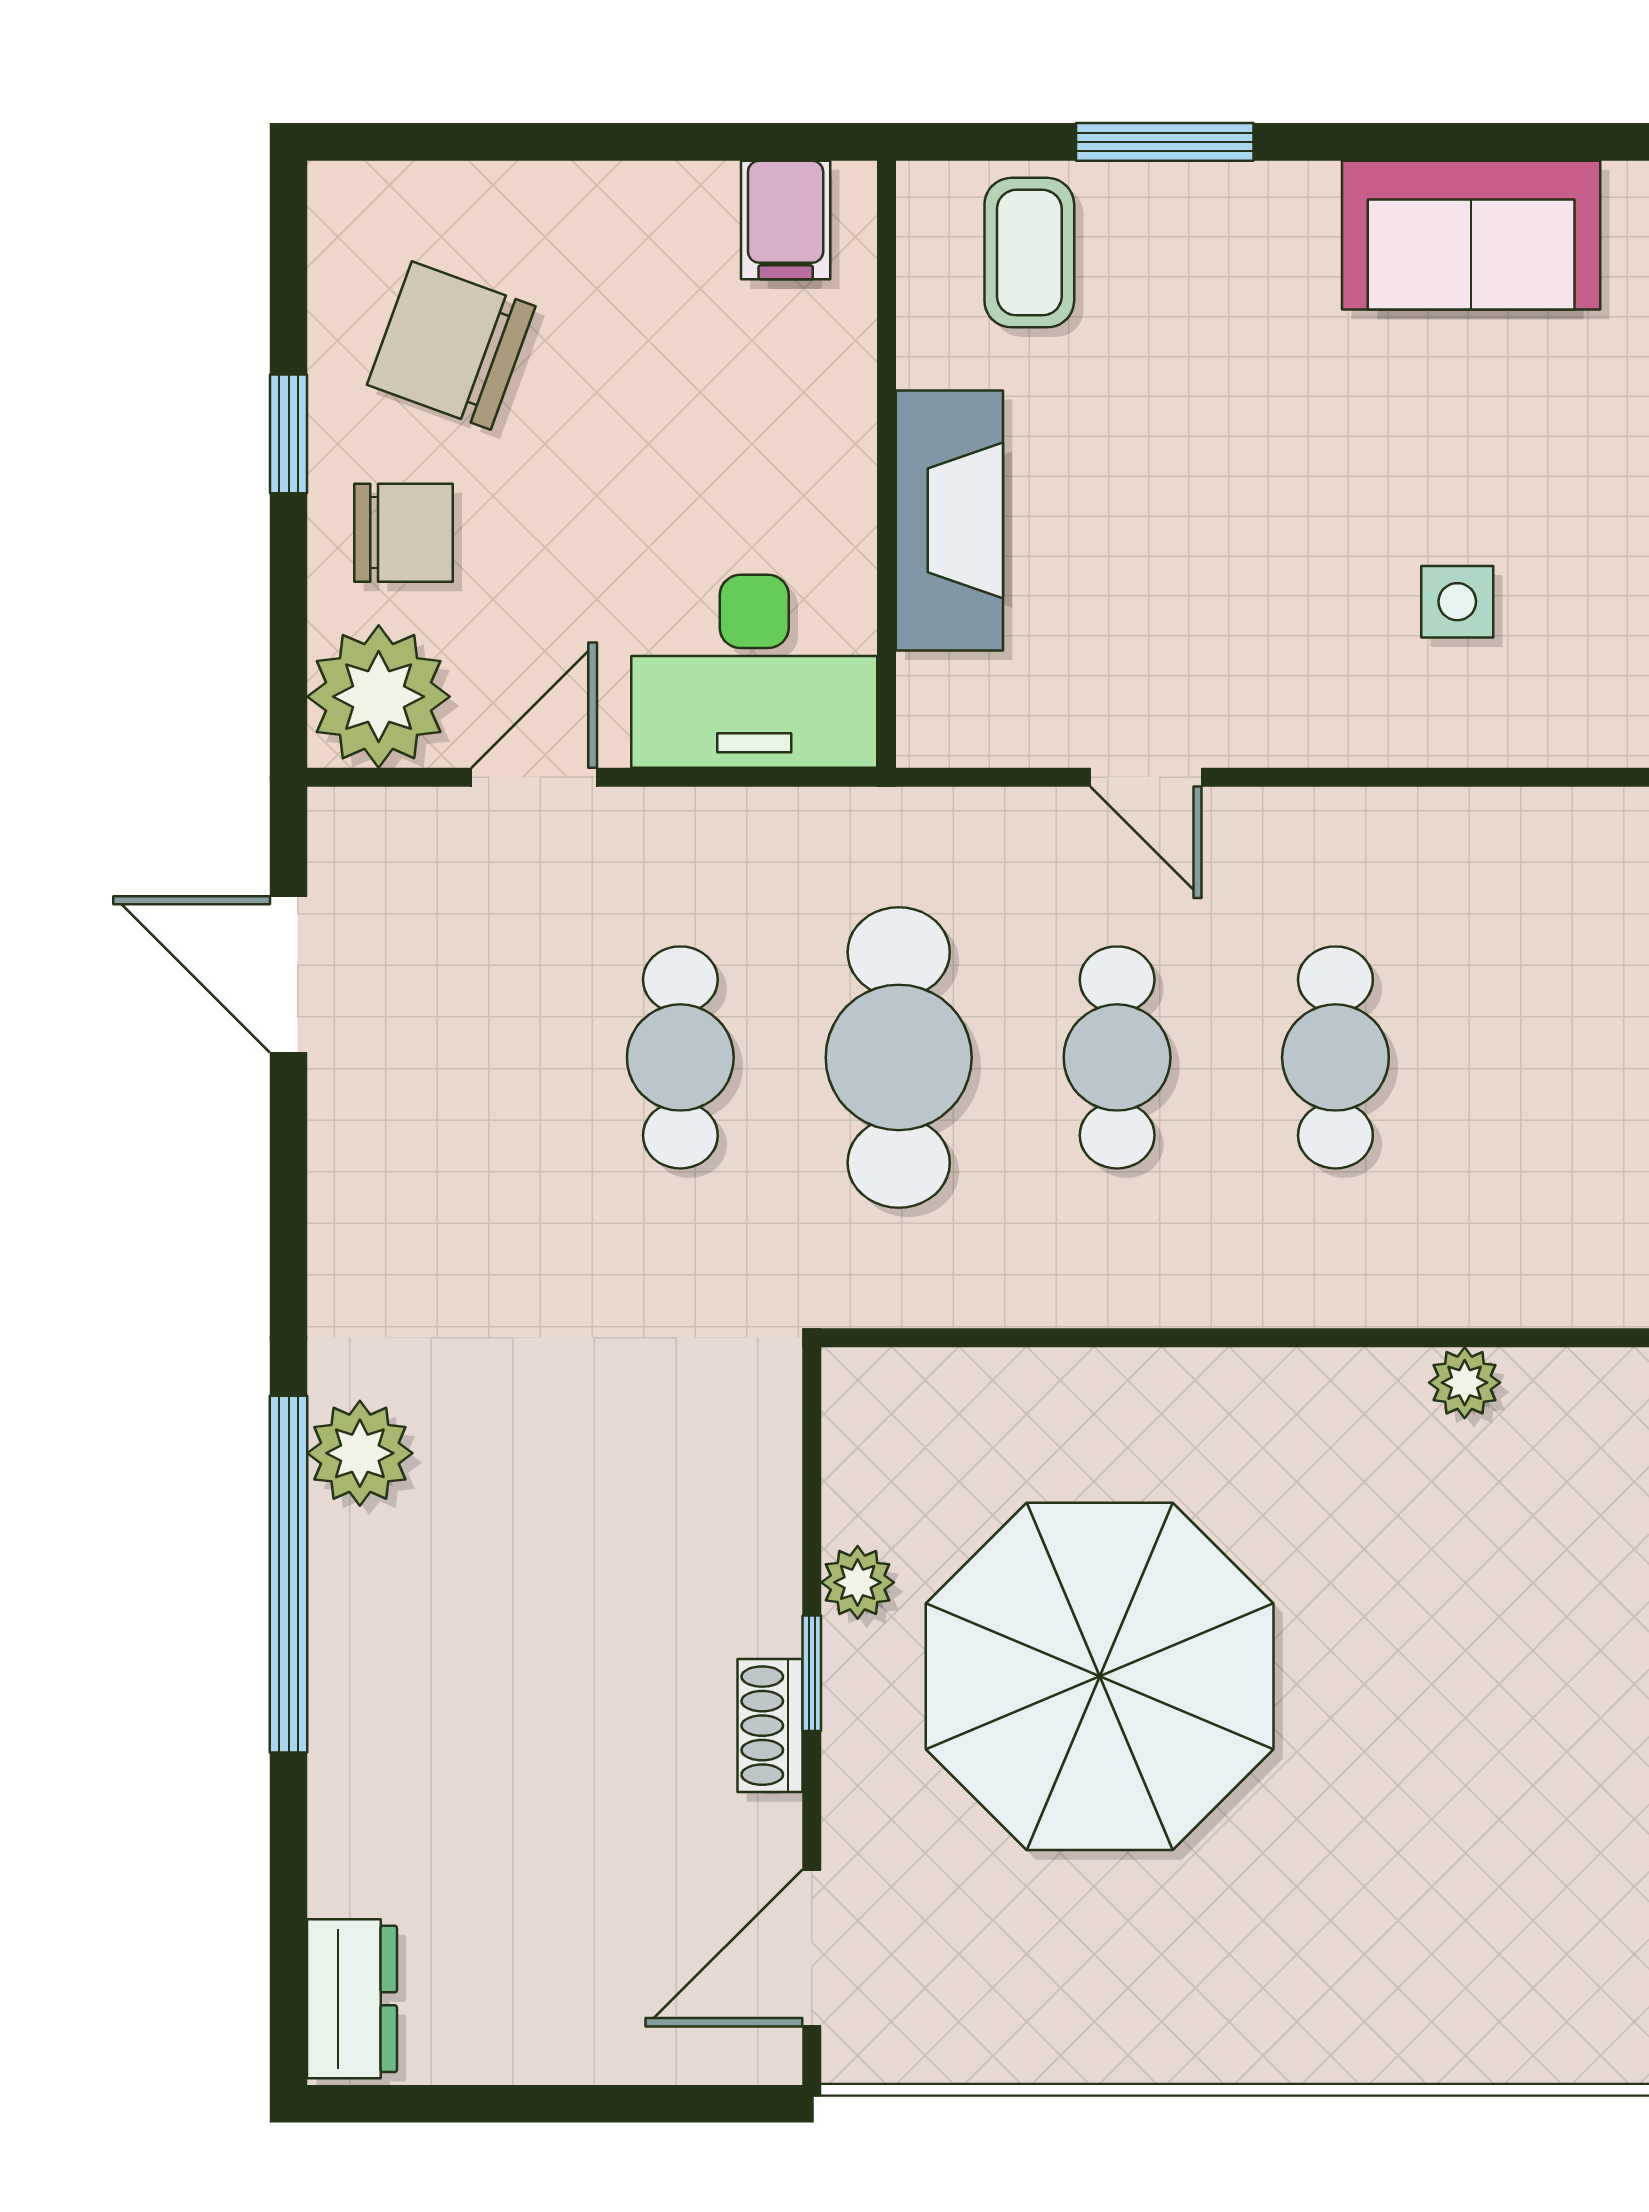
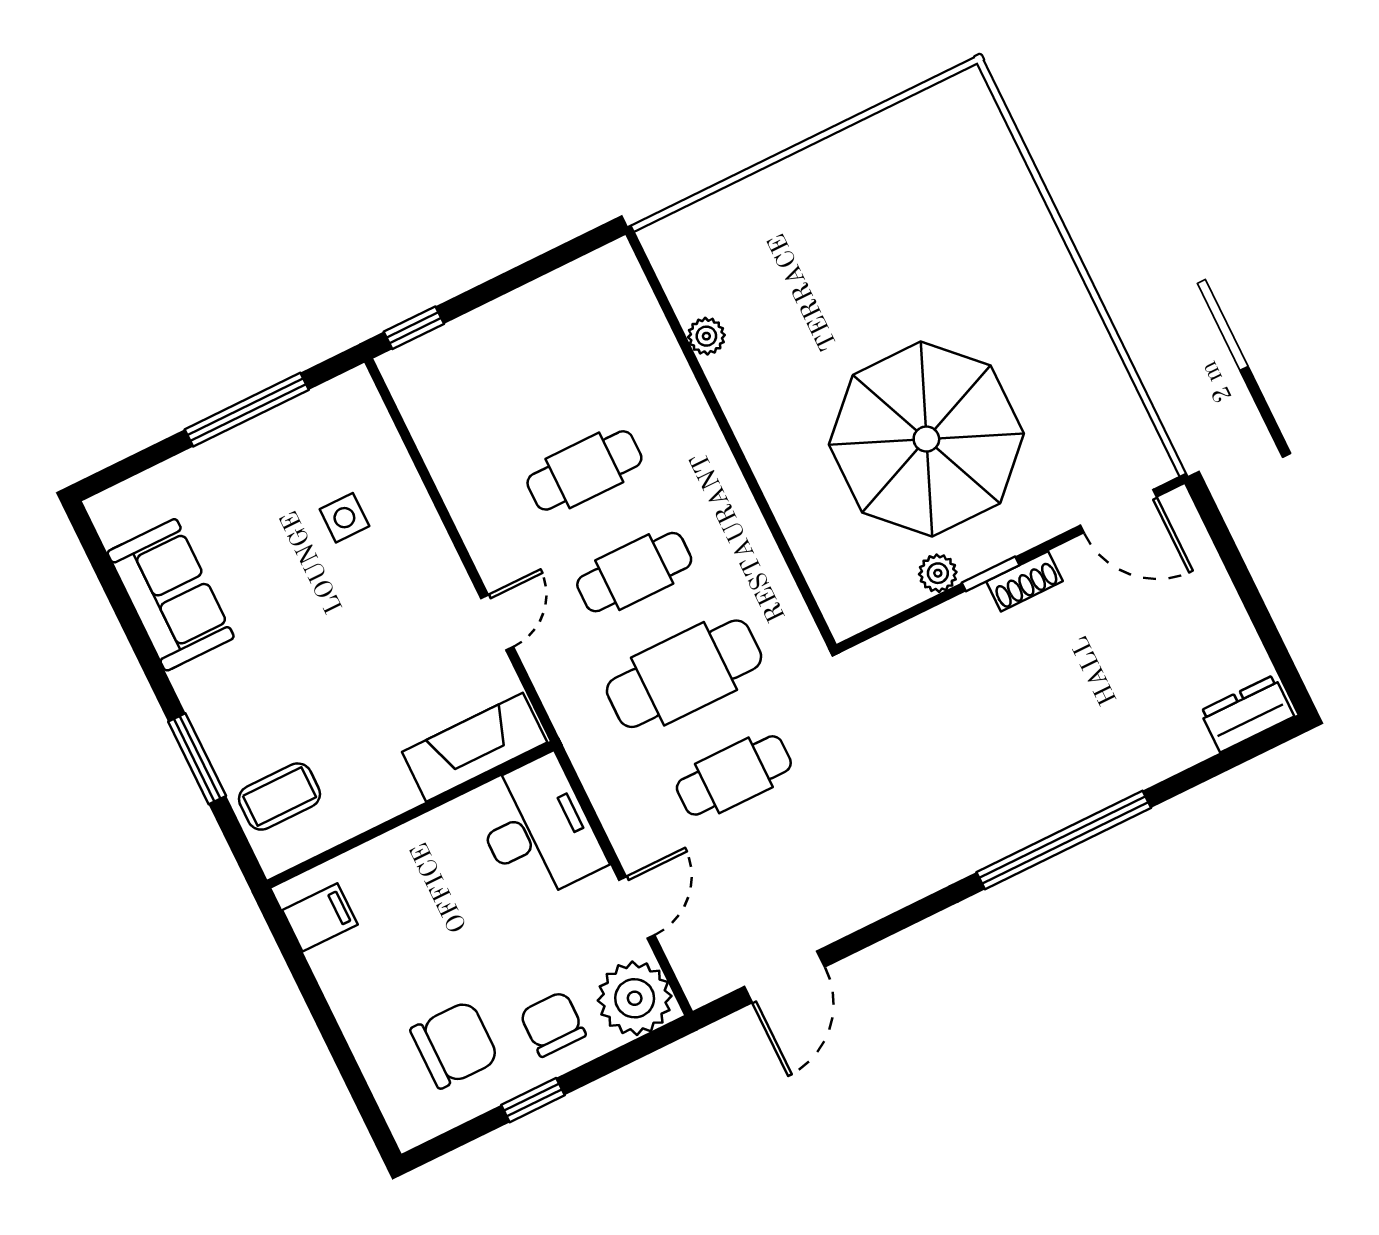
chair: (451, 345) -> (455, 1045), turned -110
fireplace: (949, 520) -> (475, 747), moved
door: (534, 777) -> (637, 907), swing flipped
plant: (360, 1453) -> (991, 834), removed

